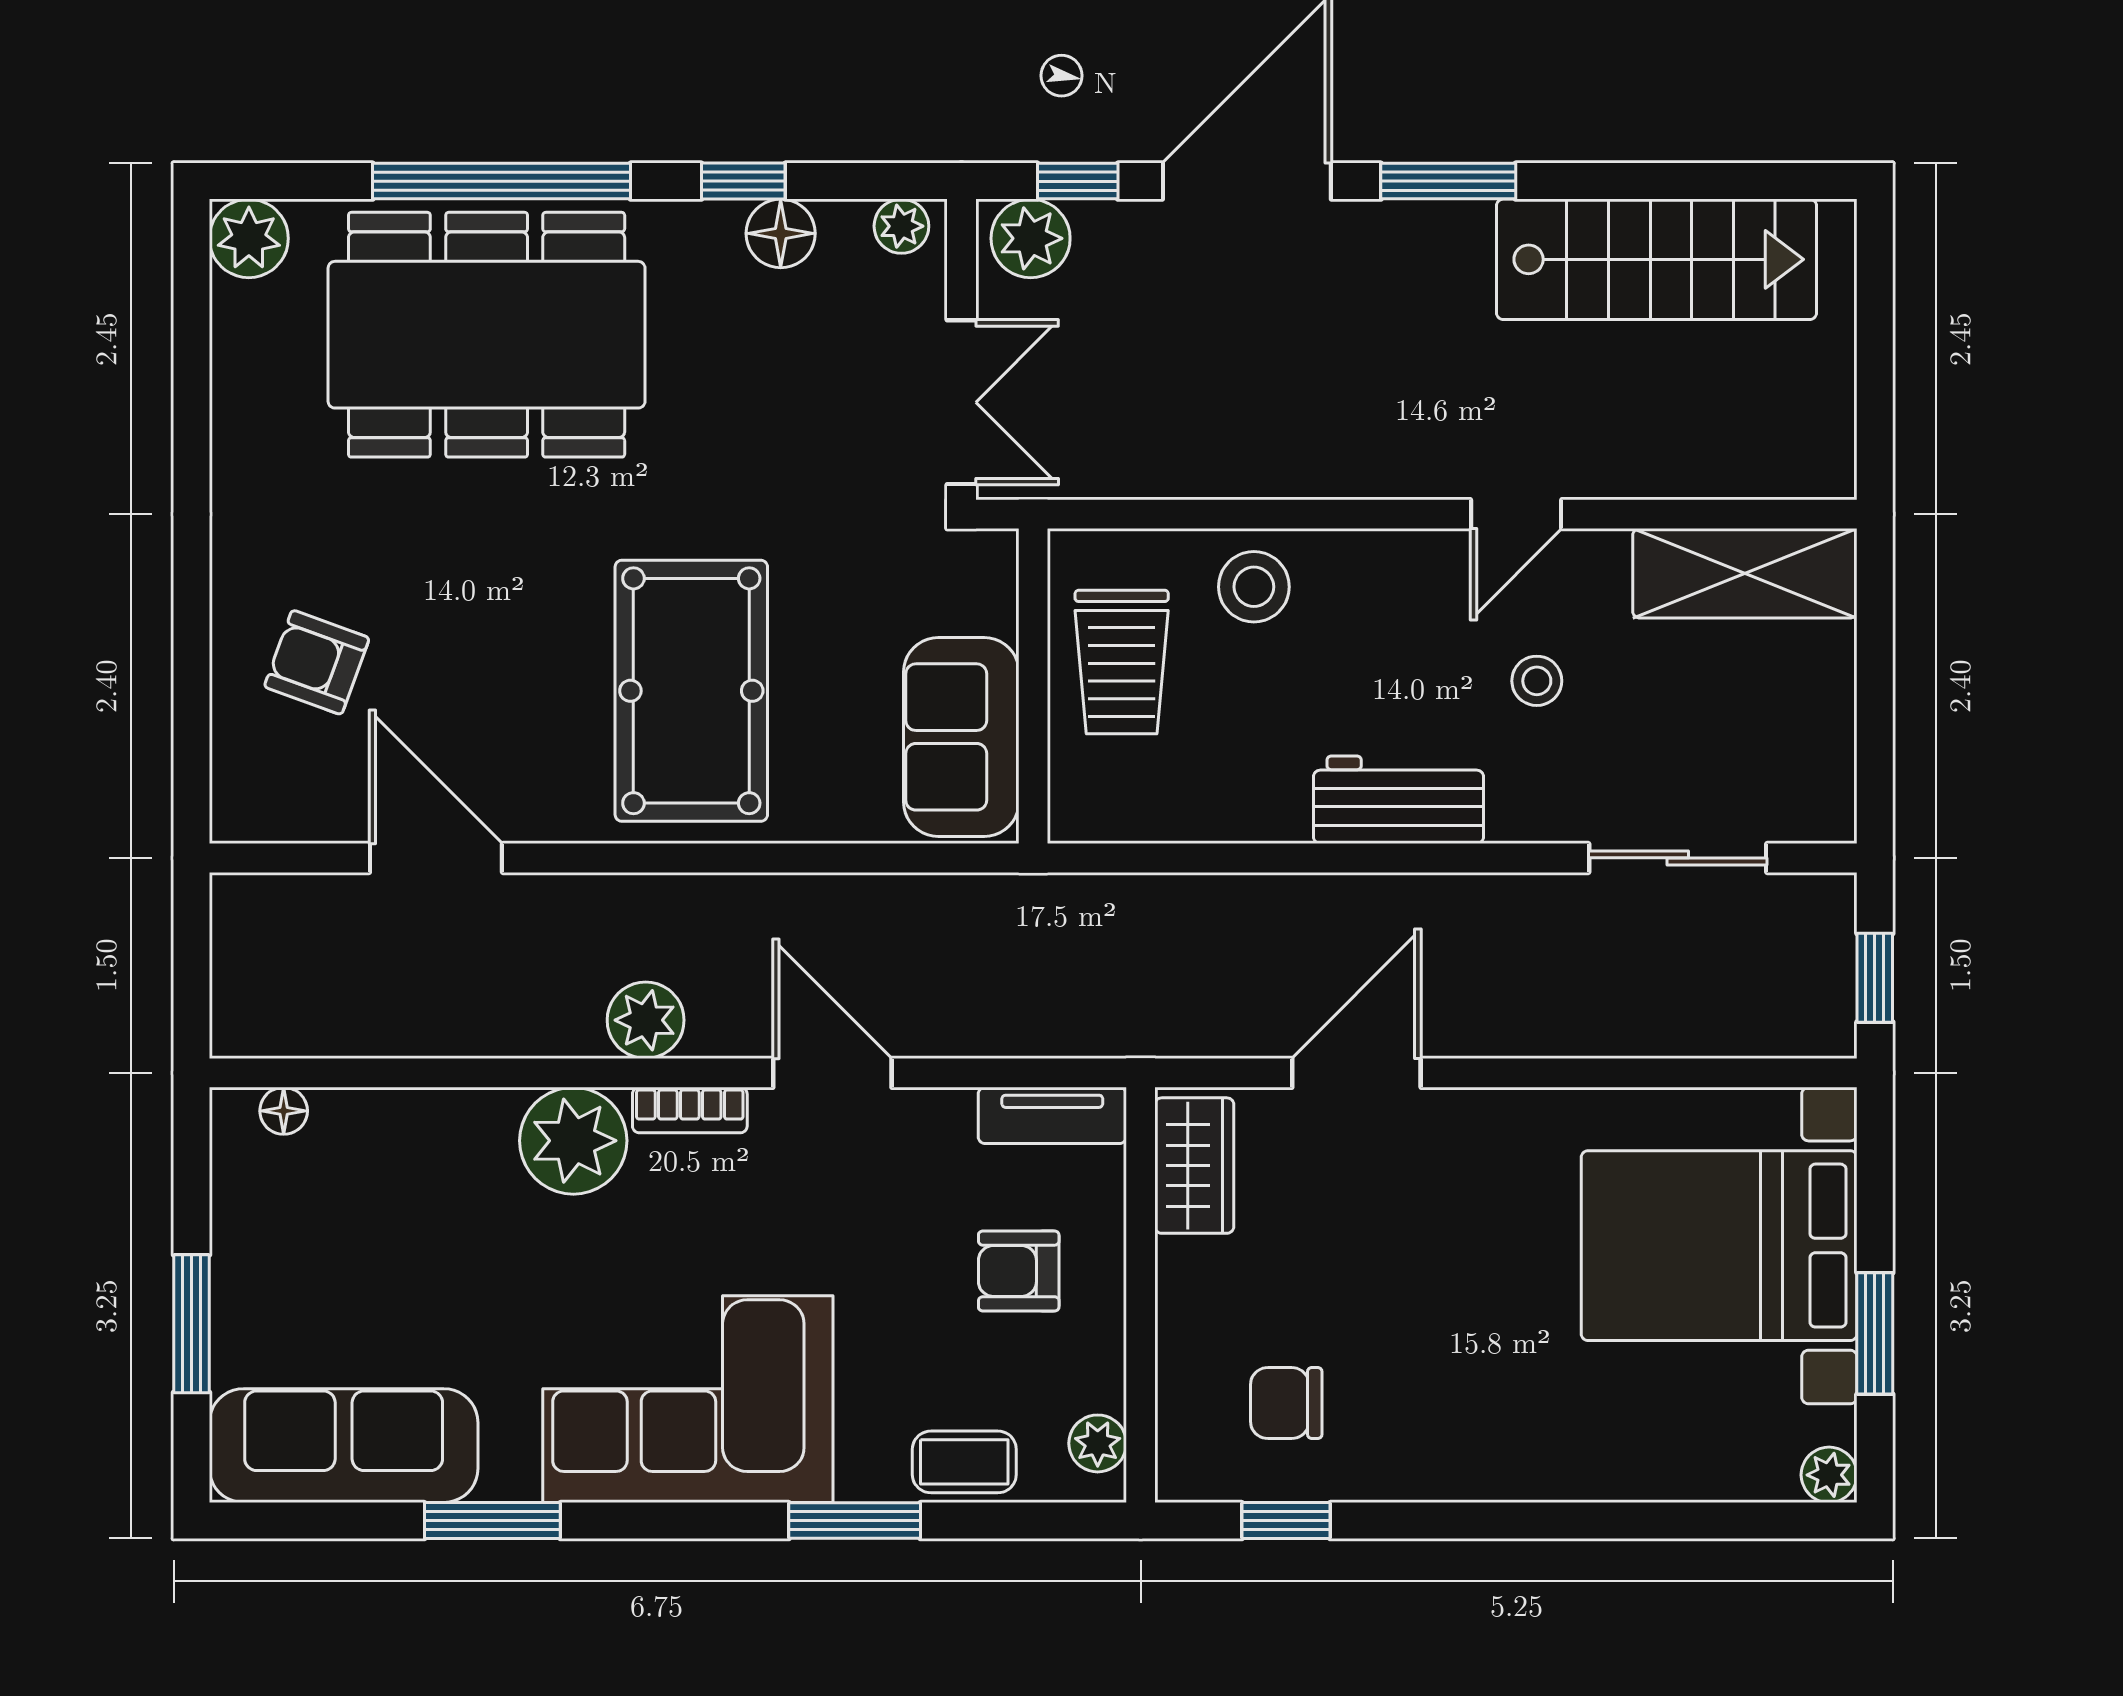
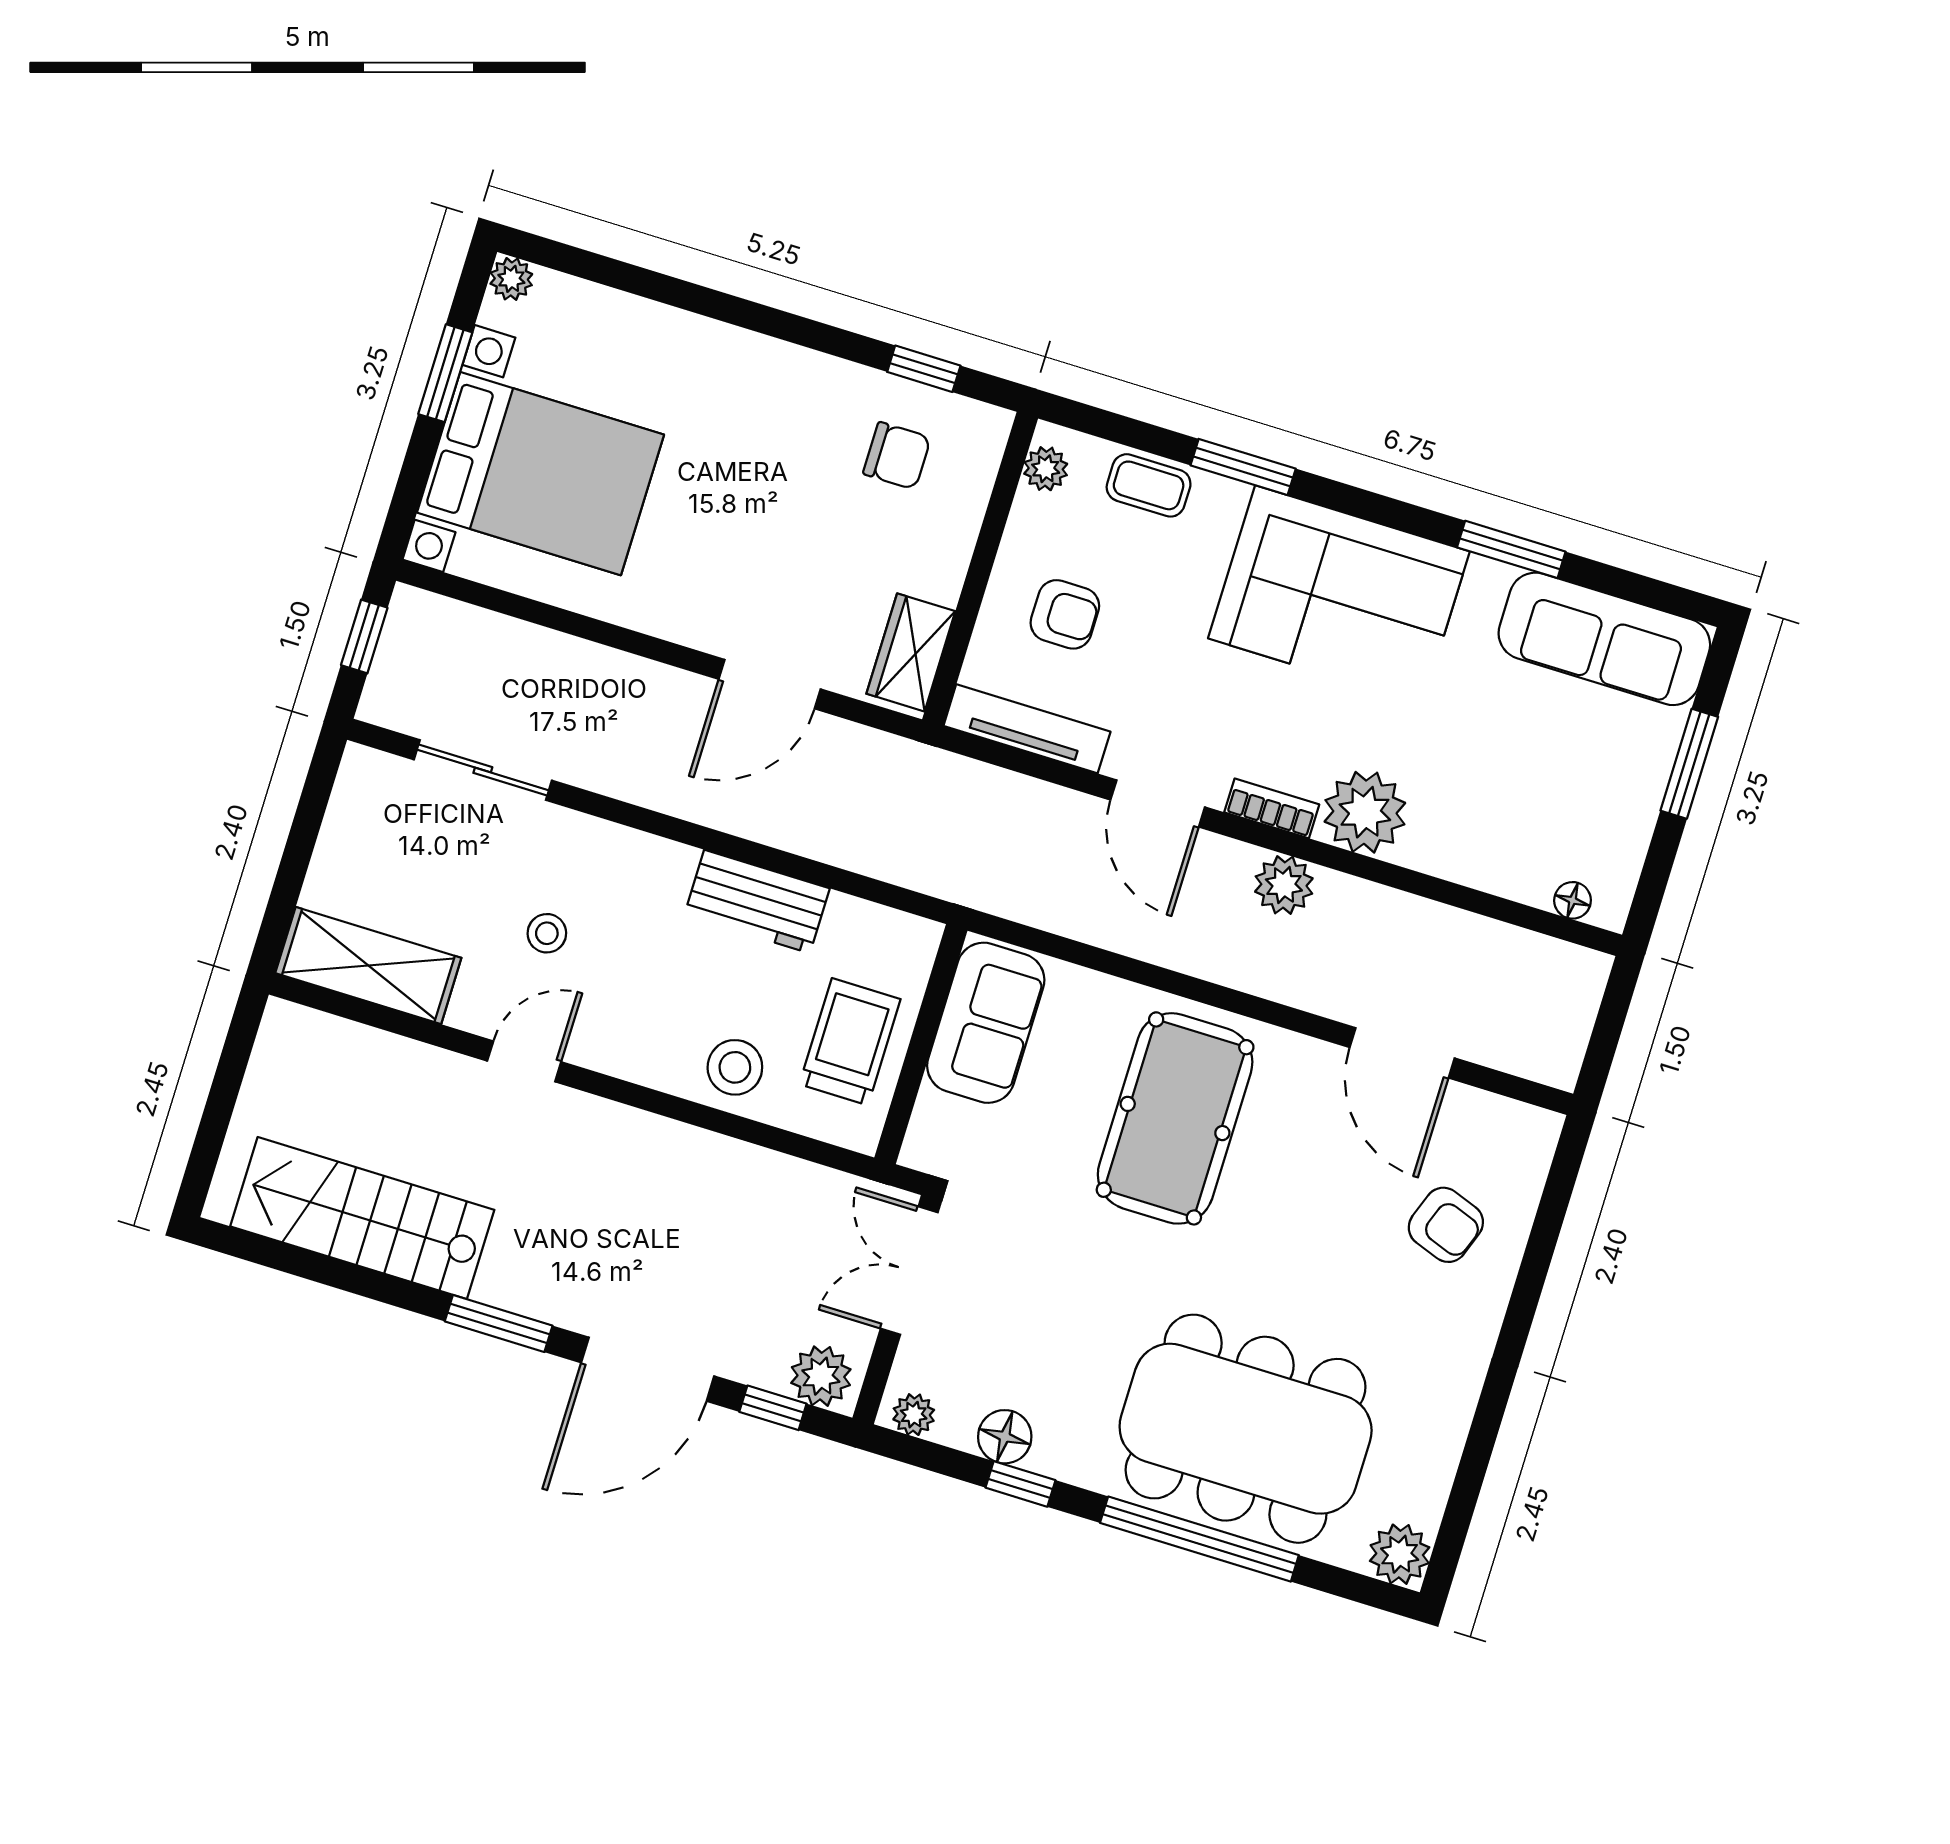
workbench: (1398, 800) -> (757, 902), moved
tv unit: (1052, 1115) -> (1027, 729), width x1.41

